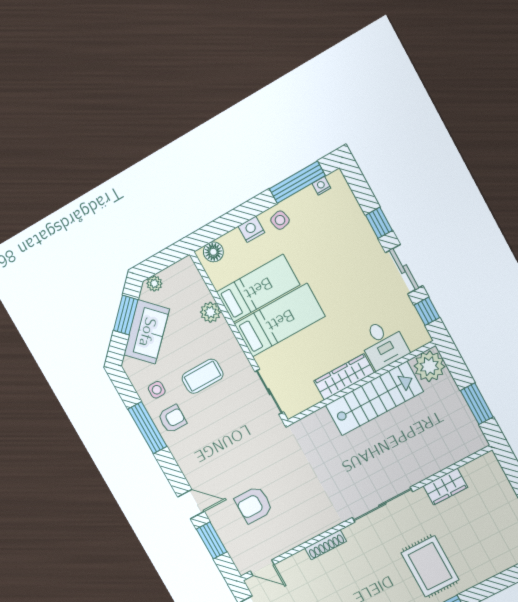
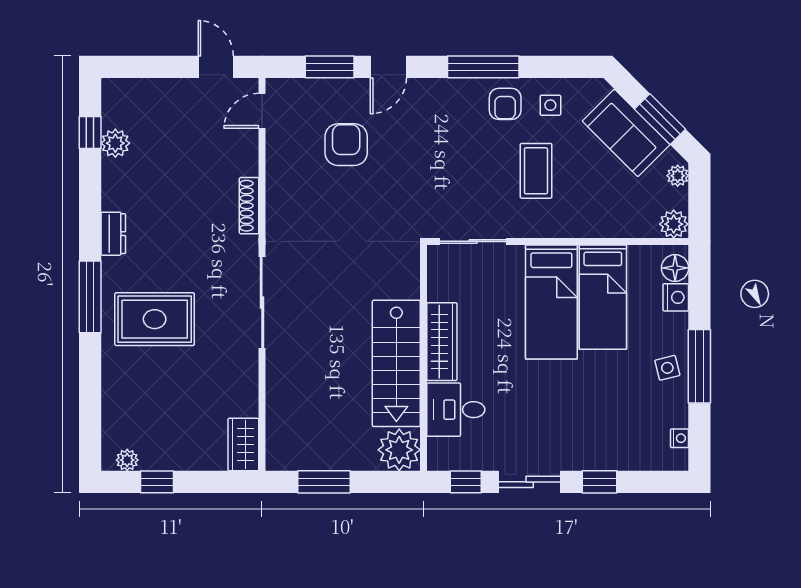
window: (297, 182) -> (699, 366), moved
nightstand: (251, 229) -> (676, 297), moved
plant: (210, 312) -> (674, 224), moved
window: (147, 428) -> (483, 67), moved
wardrobe: (445, 487) -> (243, 445), moved

